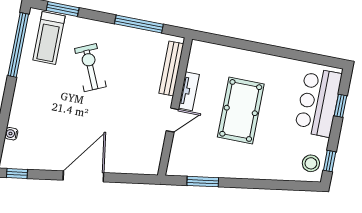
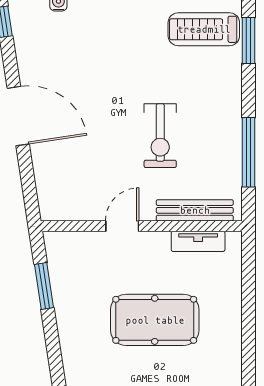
exercise bike: (90, 68) -> (160, 136), moved, turned 114
tv unit: (189, 91) -> (198, 241), moved
door: (172, 120) -> (122, 226), swing flipped

